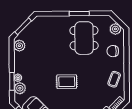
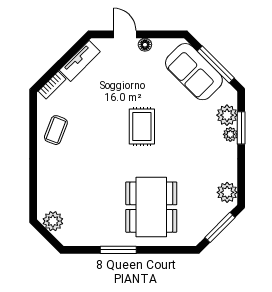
dining table: (84, 38) -> (151, 207), moved
chair: (113, 51) -> (58, 181), removed
rug: (67, 82) -> (142, 126), turned 90

